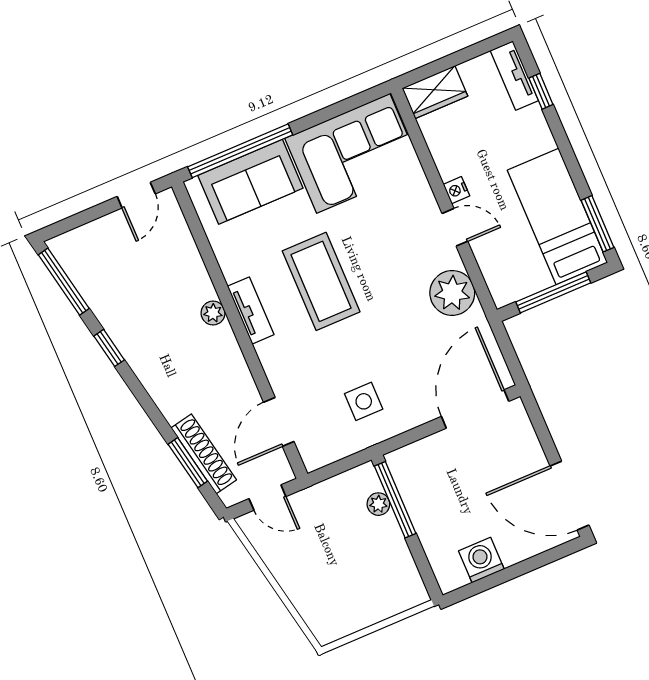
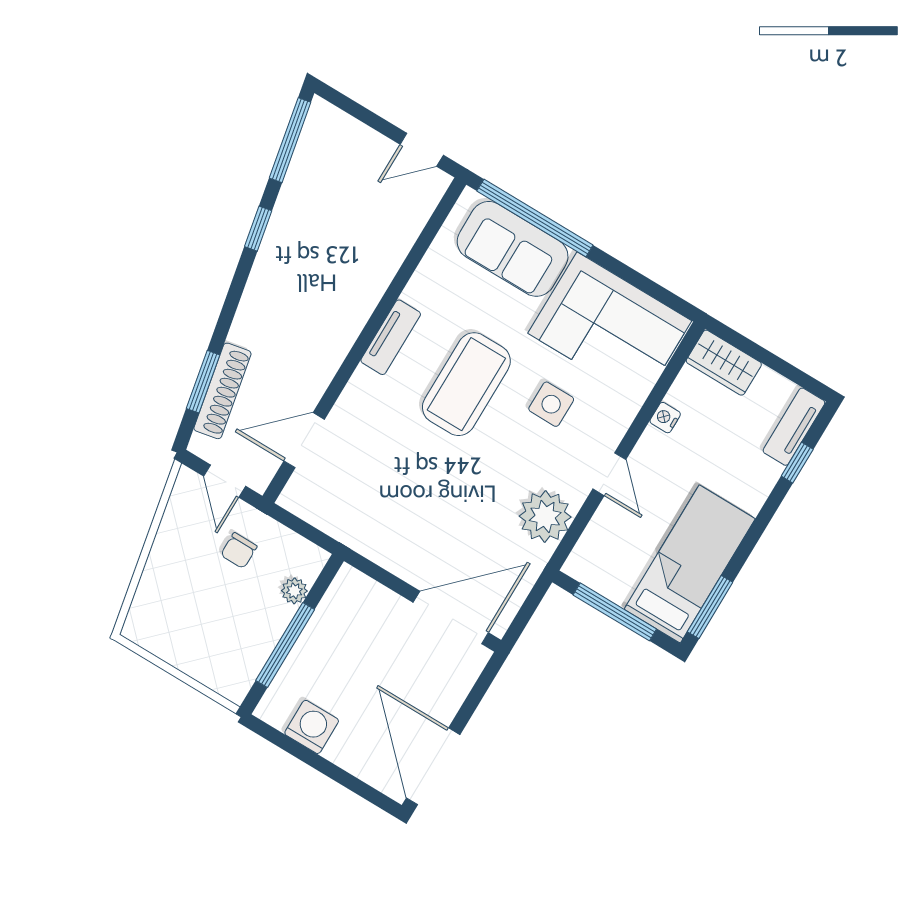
nightstand: (456, 190) -> (665, 418), moved
plant: (213, 313) -> (362, 303), removed
side table: (364, 401) -> (551, 404), moved
window: (395, 500) -> (285, 645), moved
chair: (323, 522) -> (239, 551), added

